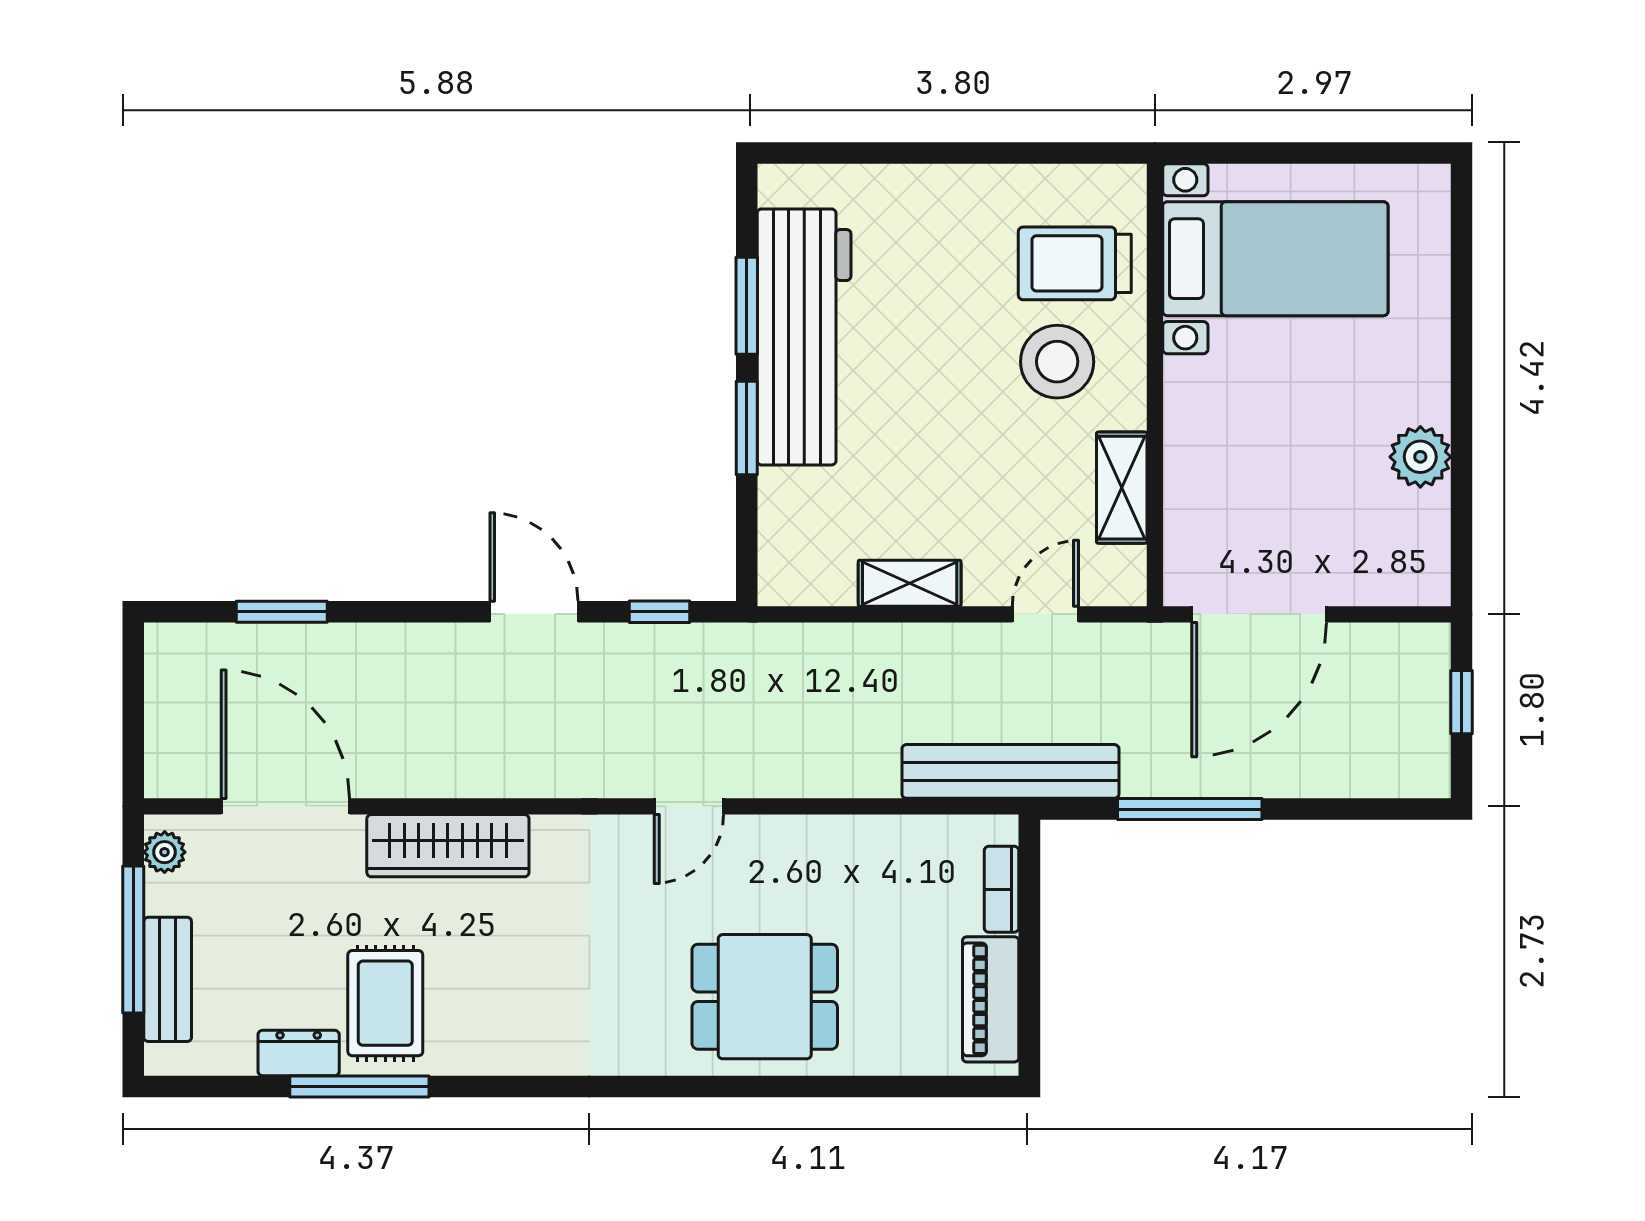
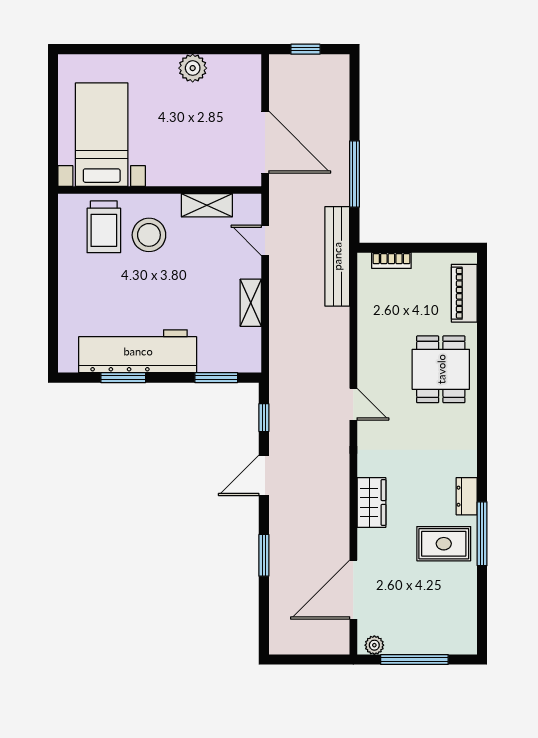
window: (747, 428) -> (216, 378), moved
window: (282, 612) -> (264, 555), moved
wardrobe: (448, 846) -> (371, 502), width x0.67
bench: (168, 979) -> (433, 644), removed
piano: (991, 999) -> (464, 293), moved, turned 90
dresser: (299, 1053) -> (467, 496), moved
window: (359, 1086) -> (482, 534), moved

